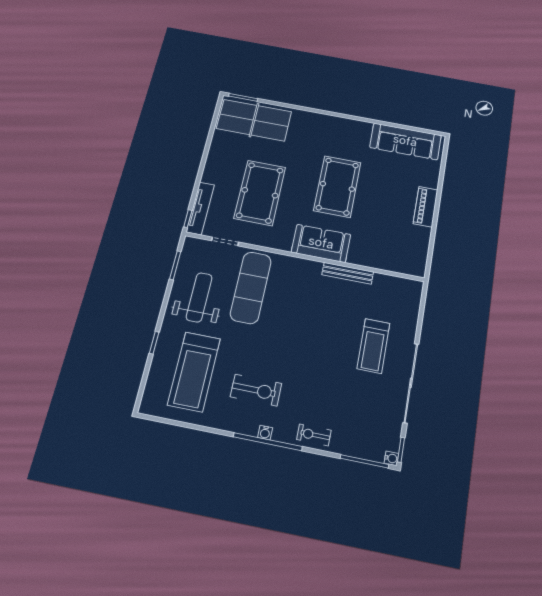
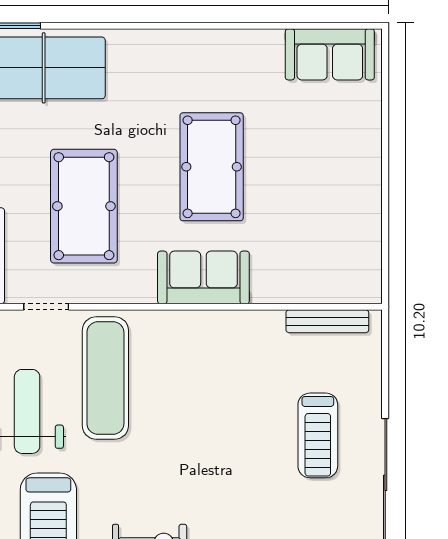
sofa: (405, 141) -> (330, 54), width x0.73
piano: (426, 207) -> (366, 174), removed
bench: (348, 273) -> (327, 321), moved

